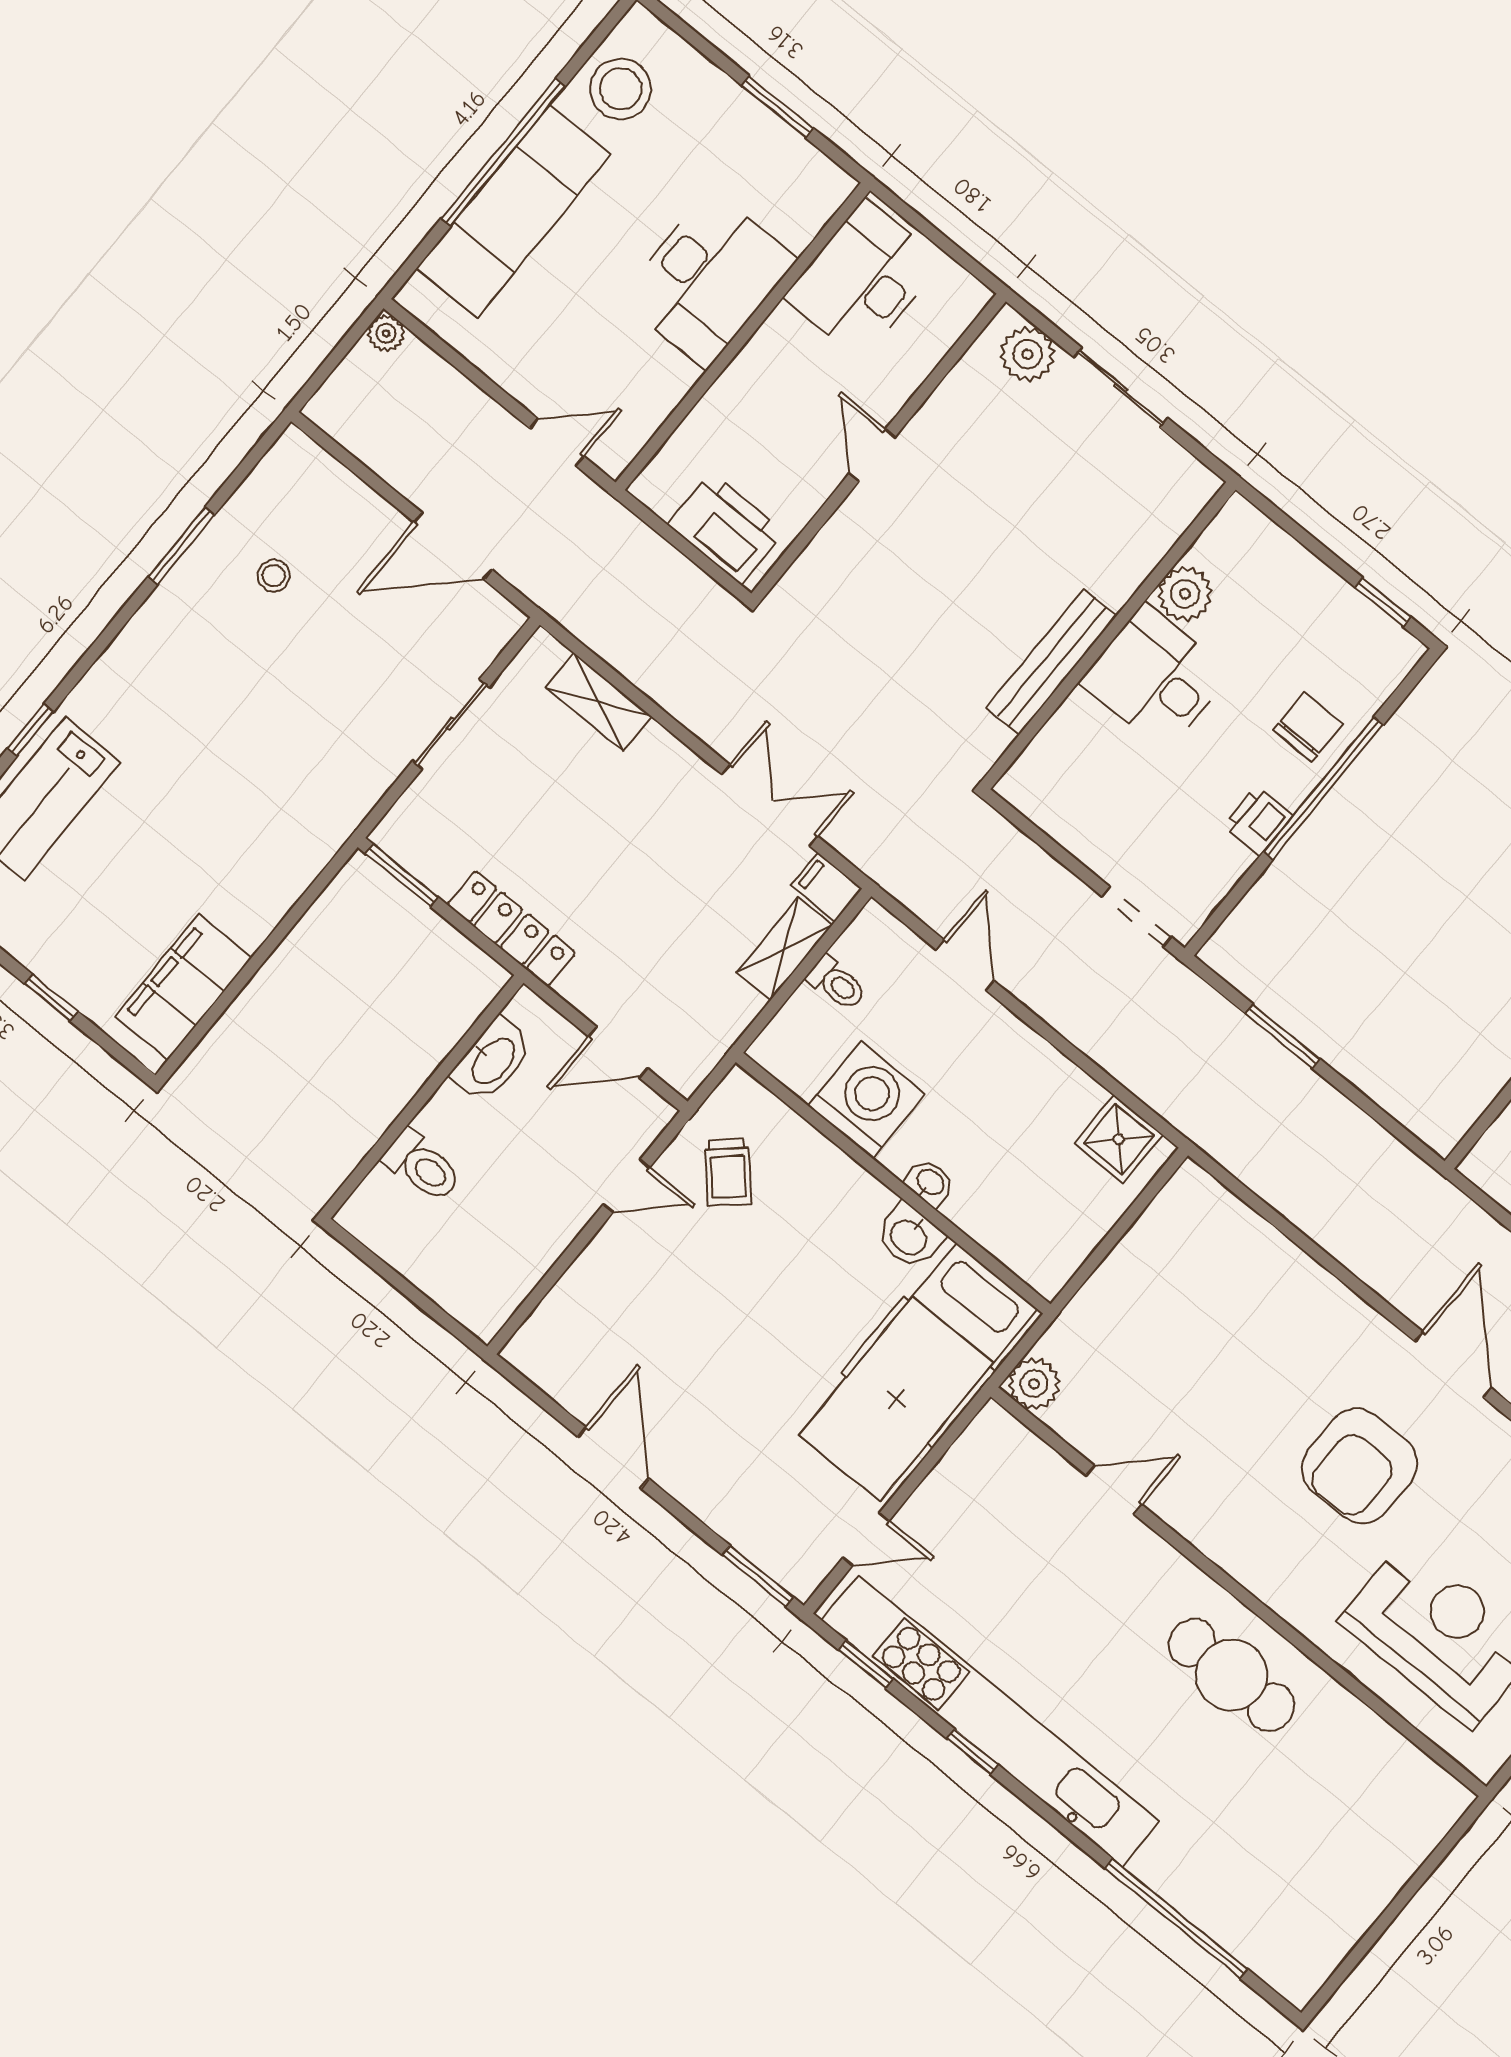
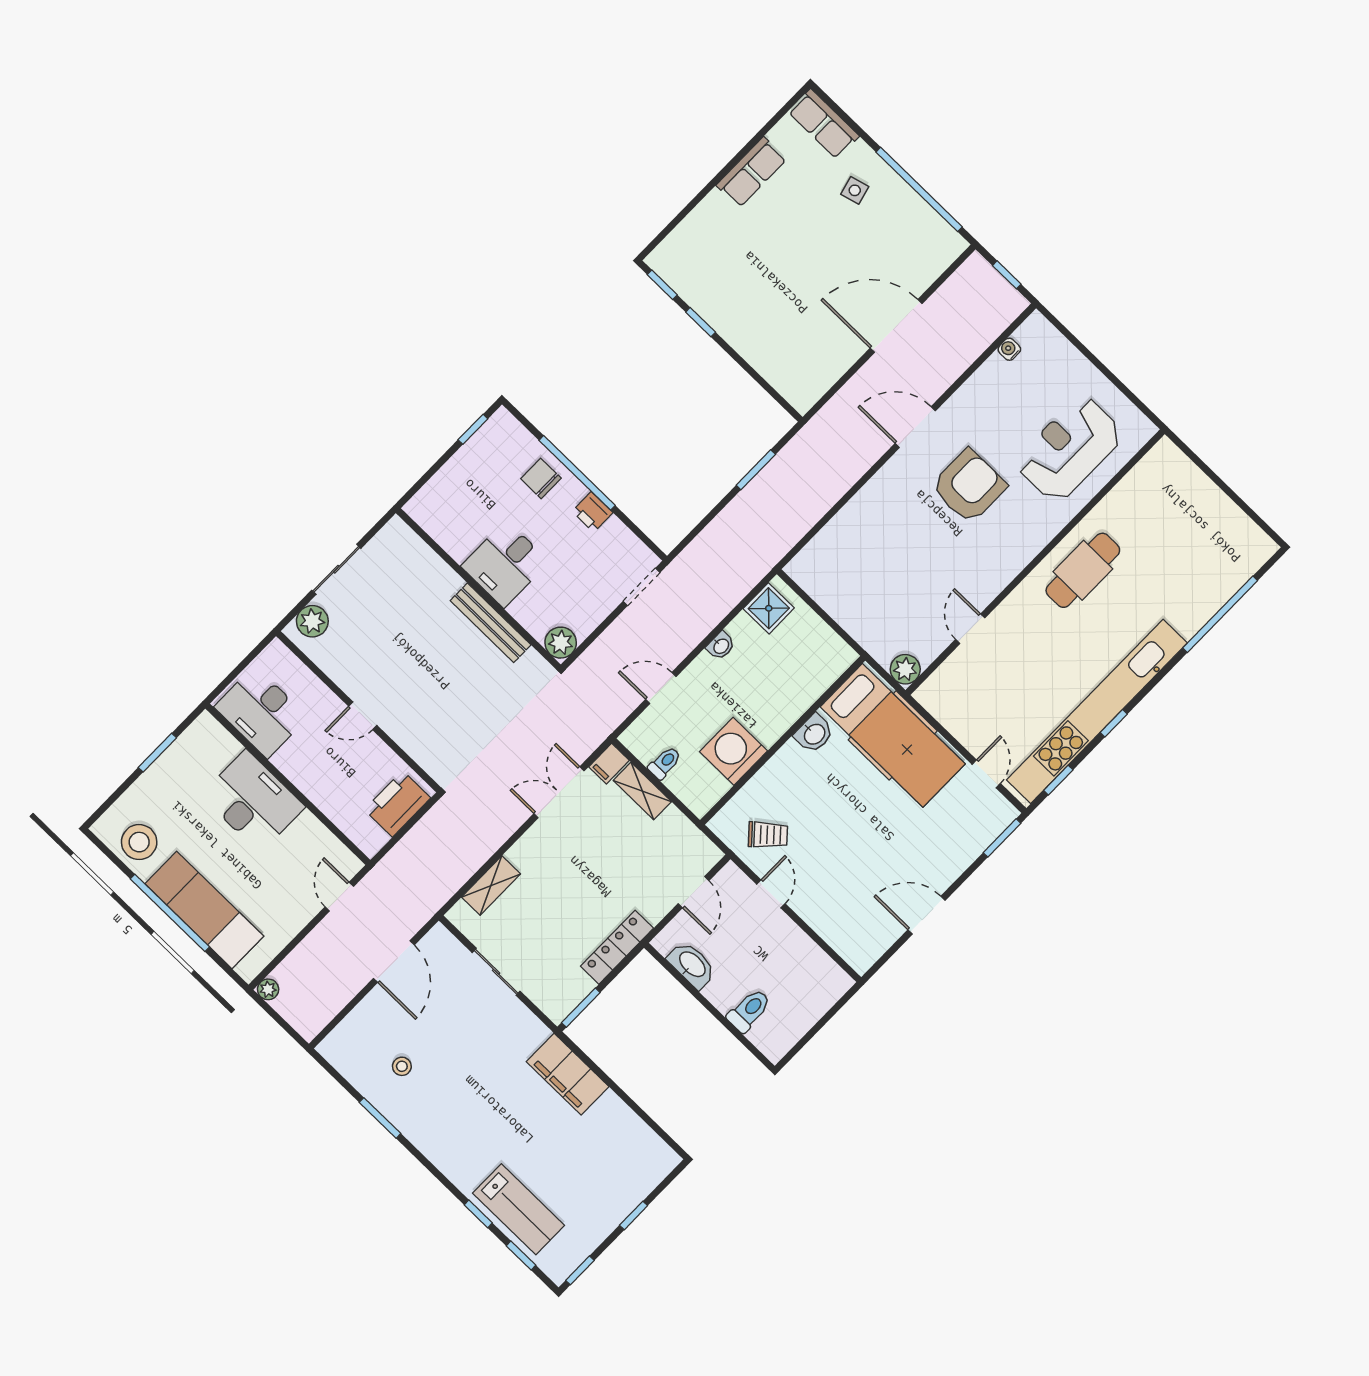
plant: (1185, 594) -> (561, 643), moved
filing cabinet: (183, 987) -> (568, 1074), moved
window: (1282, 1036) -> (756, 470), moved
washbasin: (930, 1183) -> (721, 646), moved, turned 180
armchair: (1359, 1466) -> (969, 486), turned -90

